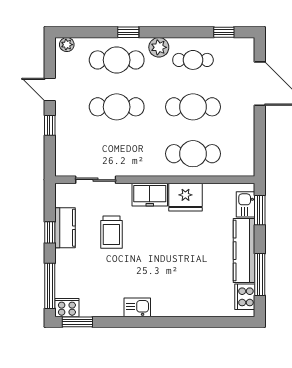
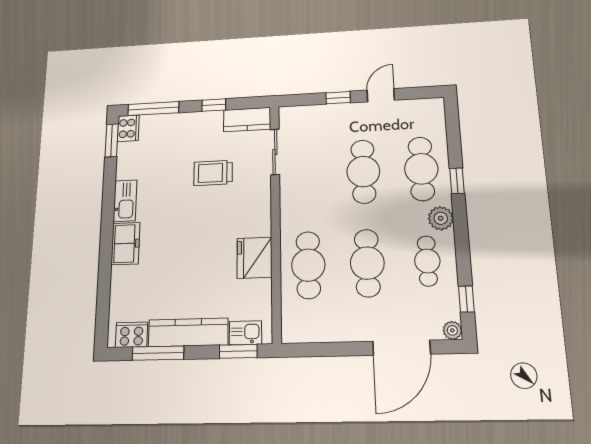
plant: (67, 45) -> (452, 330), moved
freezer: (150, 195) -> (125, 244), moved, turned 180
kitchen counter: (65, 228) -> (247, 120), moved
kitchen sink: (137, 307) -> (125, 201), width x1.38

